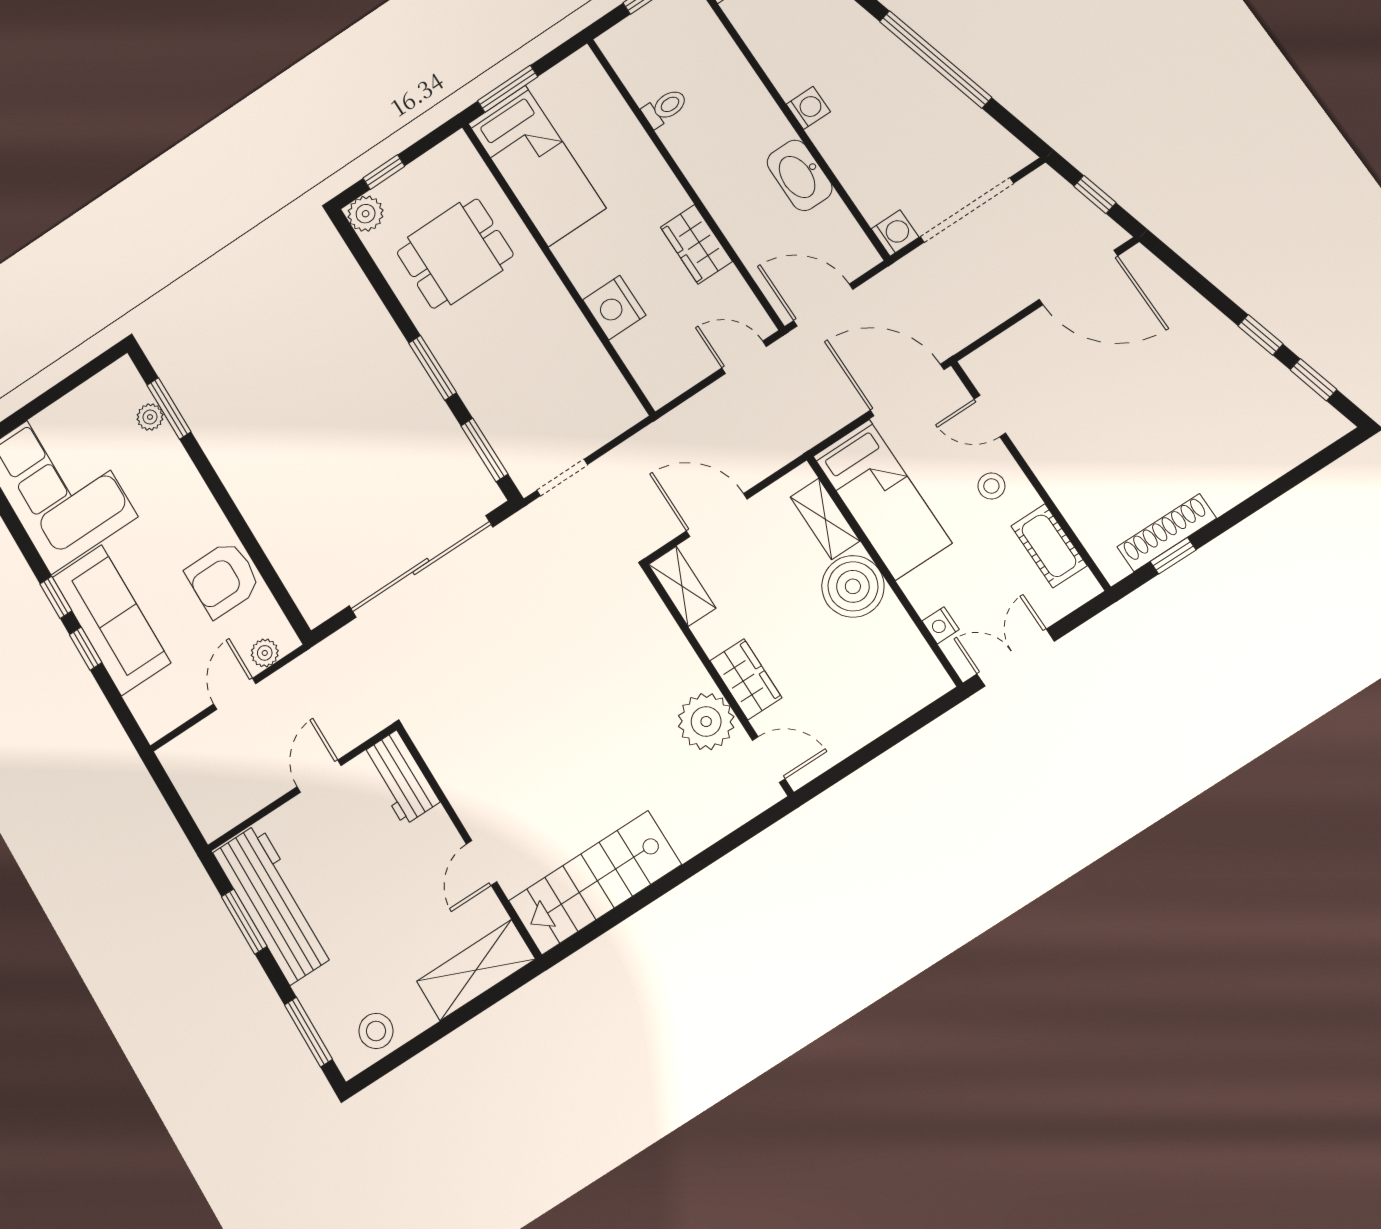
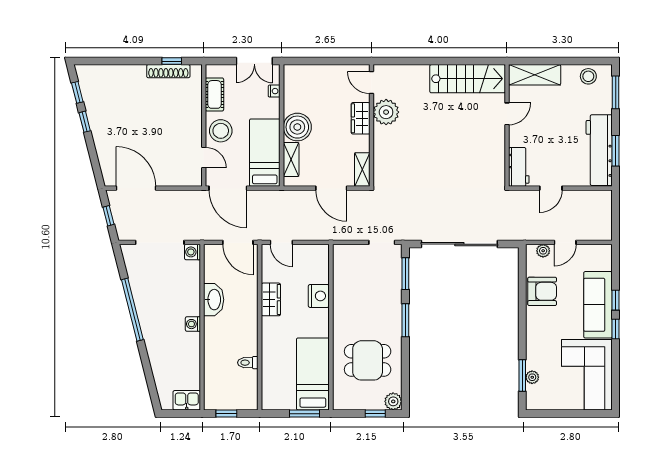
stool: (991, 486) -> (221, 131), width x1.89, depth x1.89

